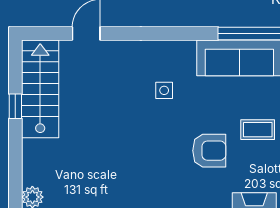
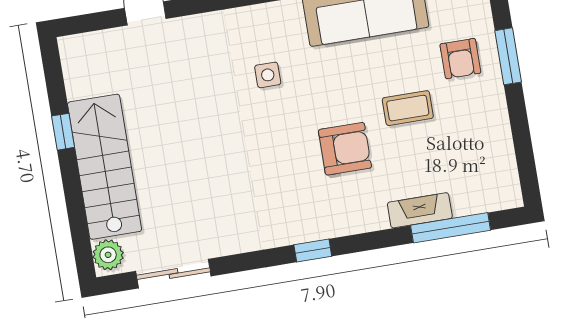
stairs: (40, 89) -> (105, 167), moved

